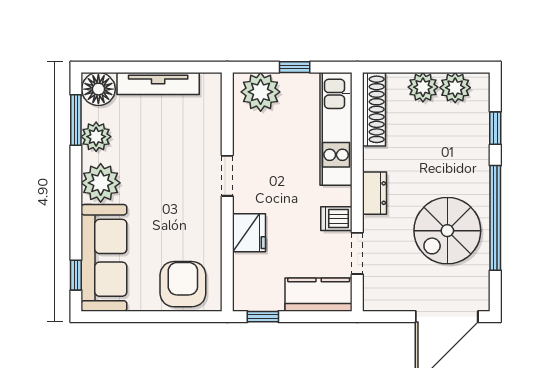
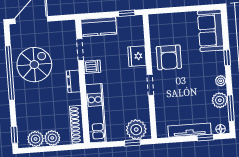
window: (129, 67) -> (205, 137), added
window: (295, 67) -> (132, 143), moved
floor lamp: (98, 89) -> (221, 129), width x0.53, depth x0.53
window: (495, 128) -> (14, 135), moved
plant: (101, 183) -> (221, 81), width x0.53, depth x0.53
sofa: (104, 258) -> (211, 30), width x0.73
window: (76, 275) -> (227, 58), moved
armchair: (183, 284) -> (169, 57), moved

